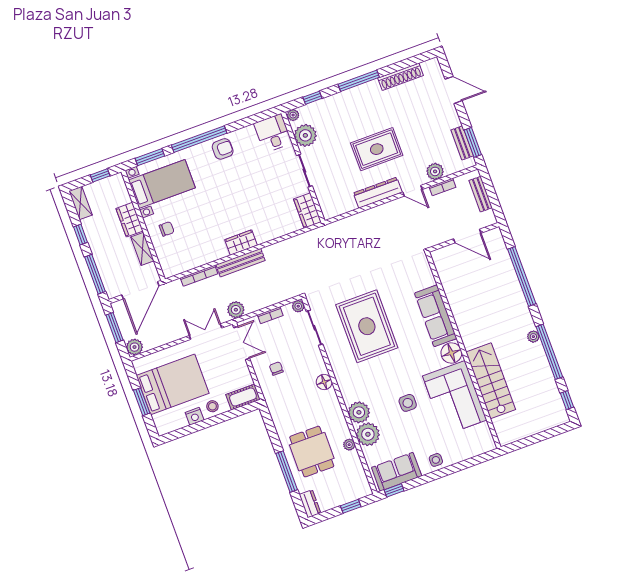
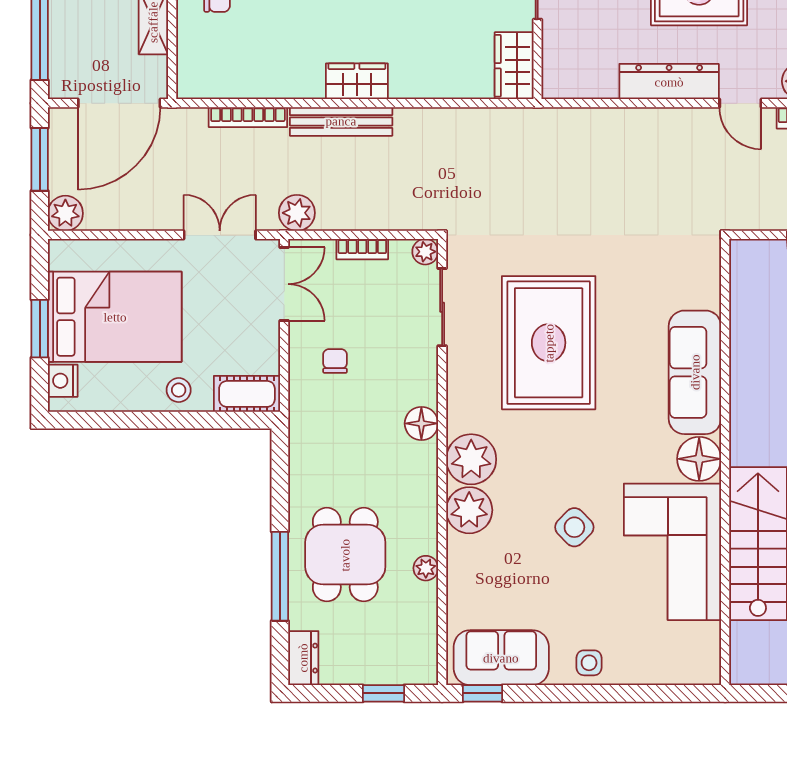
side table: (408, 403) -> (574, 527), turned 45
nightstand: (195, 416) -> (63, 381), moved, turned 90
plant: (368, 434) -> (471, 459), moved

